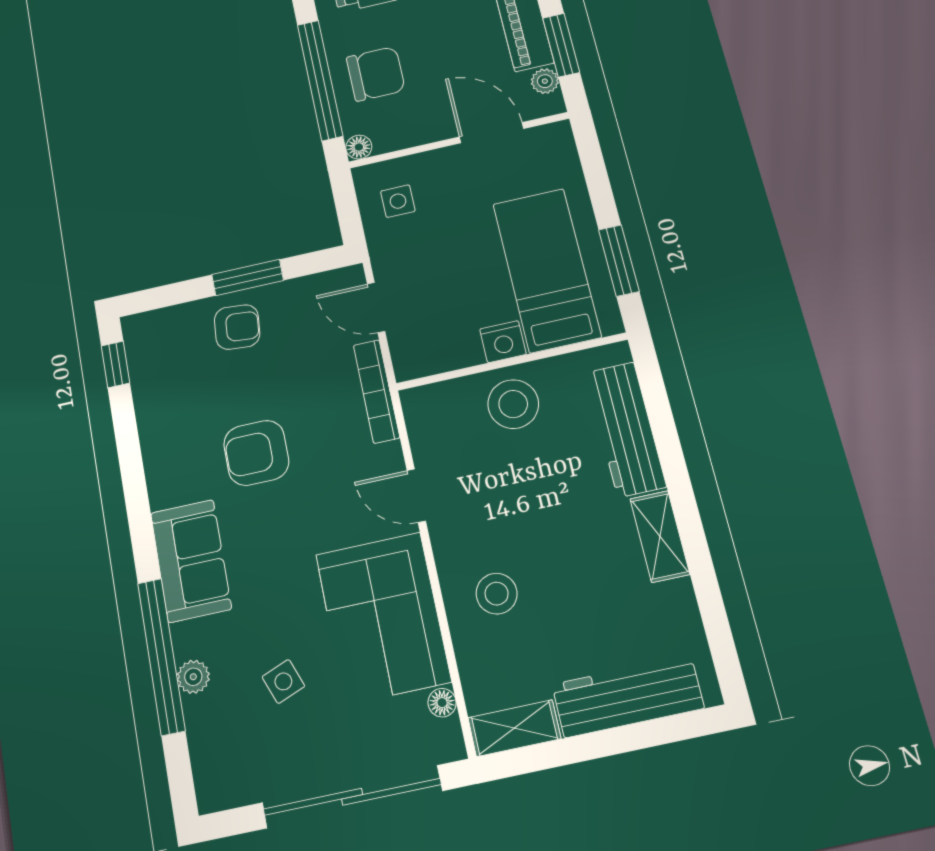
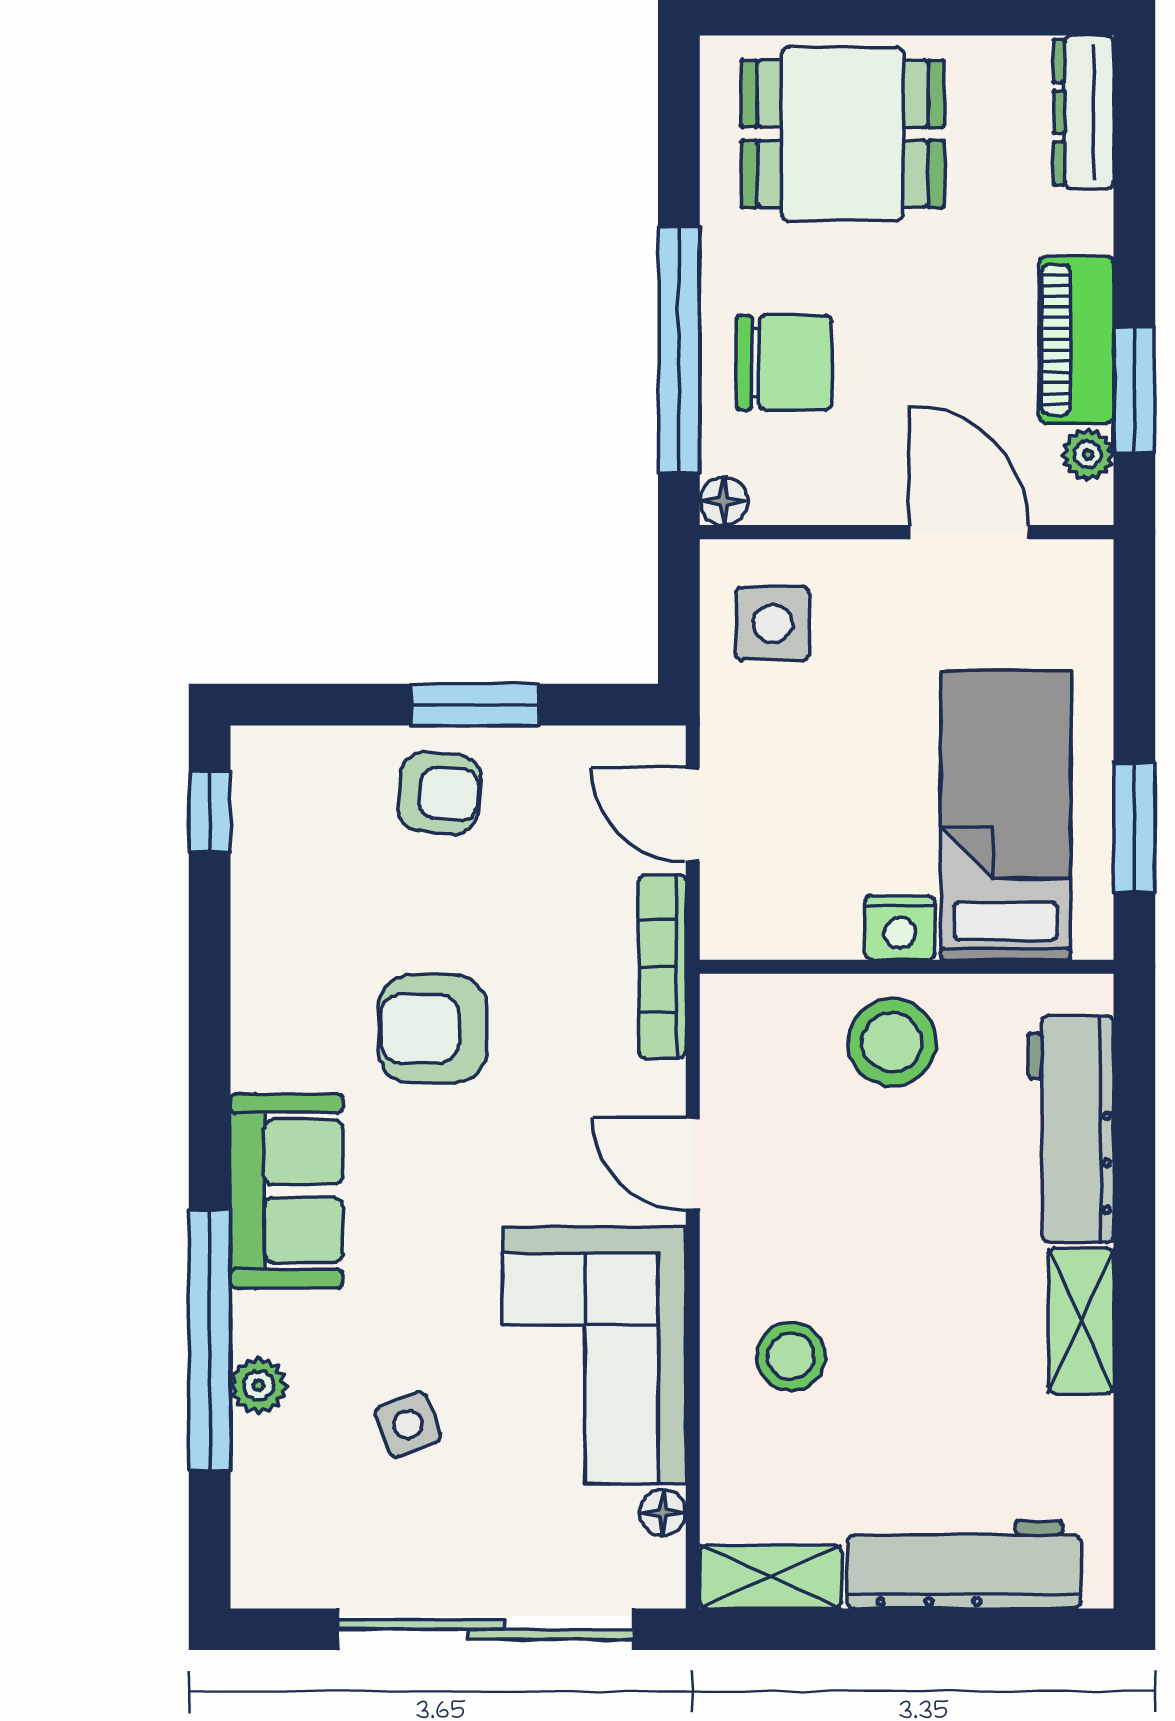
side table: (398, 201) -> (773, 623), width x1.37, depth x1.37

